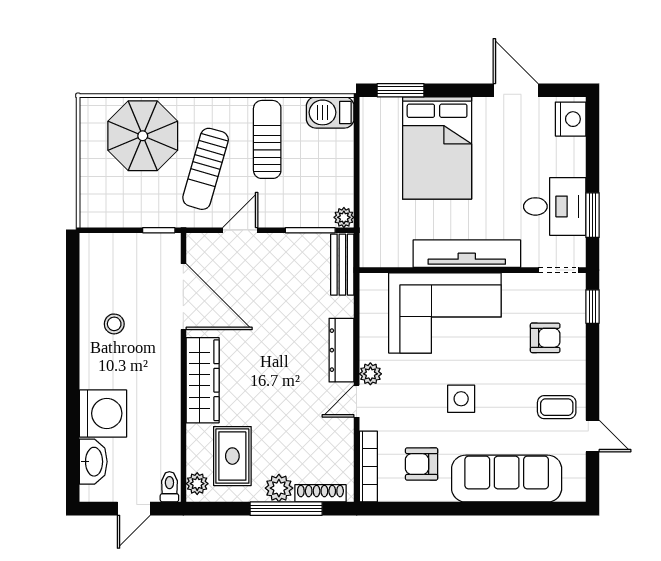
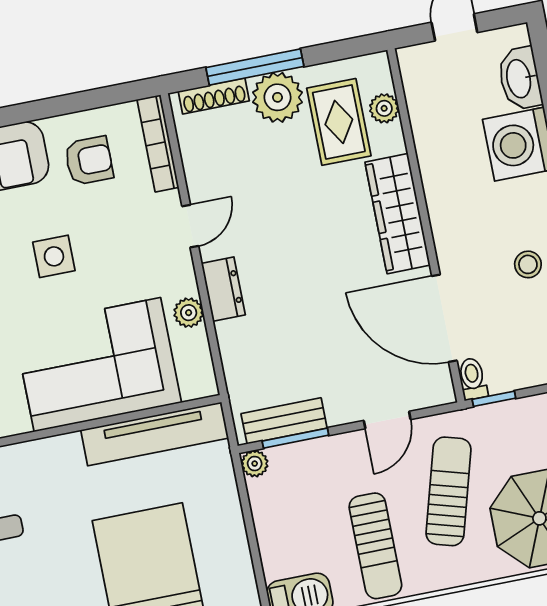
tv unit: (467, 254) -> (155, 434), moved
bench: (342, 265) -> (284, 421), moved, turned 90
dresser: (342, 350) -> (223, 289), width x0.70
plant: (370, 374) -> (189, 313), moved
plant: (197, 484) -> (384, 108), moved
toilet: (169, 487) -> (473, 379), moved, turned 180
plant: (279, 488) -> (277, 97), width x1.36, depth x1.36

